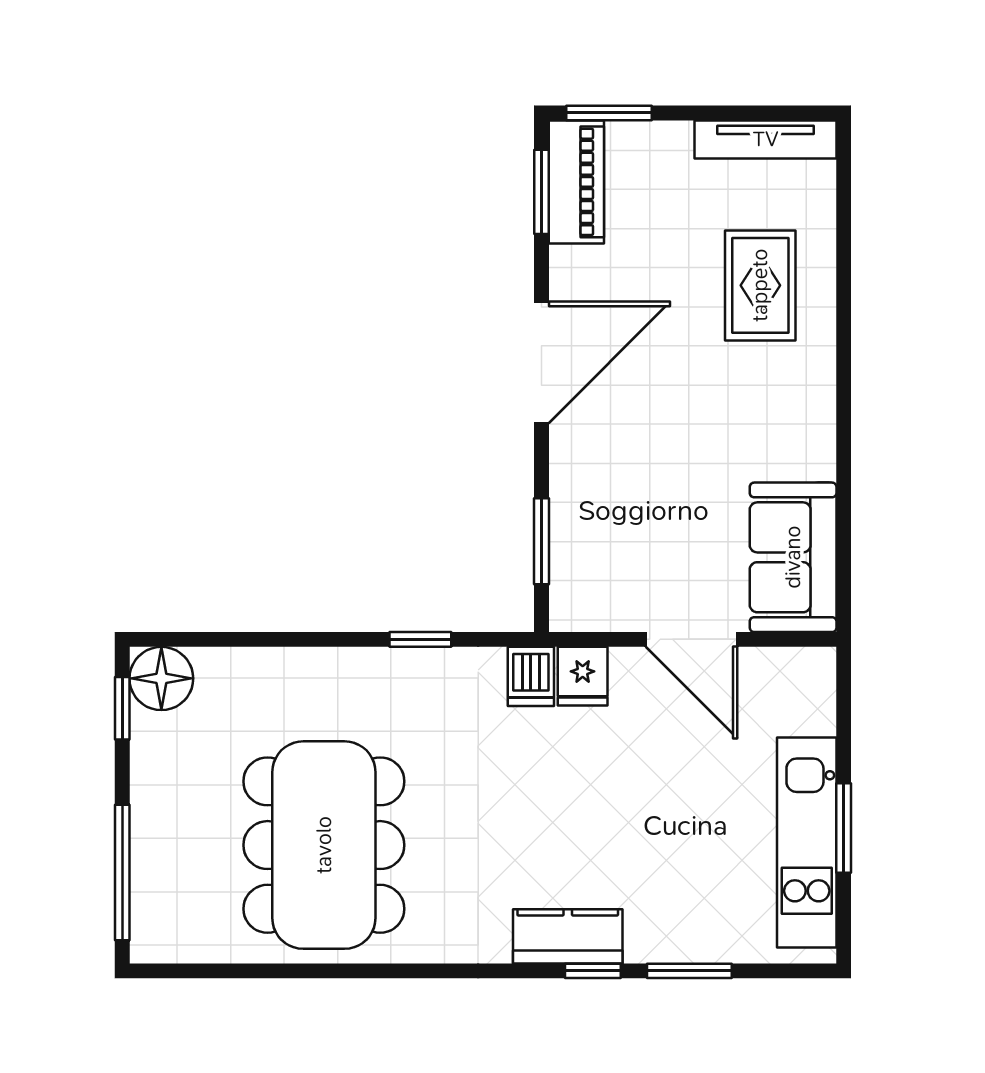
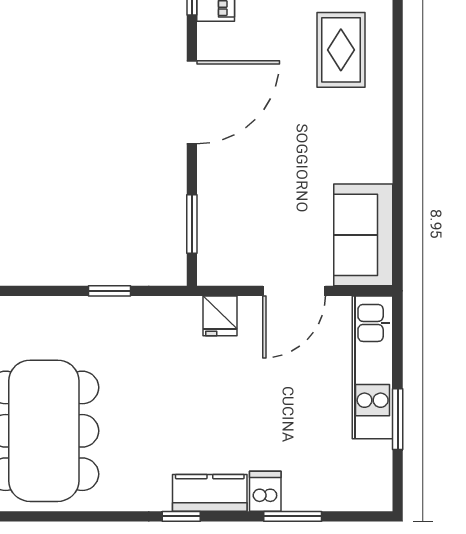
door: (692, 639) -> (294, 291), hinge flipped
dishwasher: (531, 676) -> (265, 491), moved, turned 180
kitchen unit: (807, 842) -> (373, 367), moved
window: (593, 971) -> (181, 516), moved

